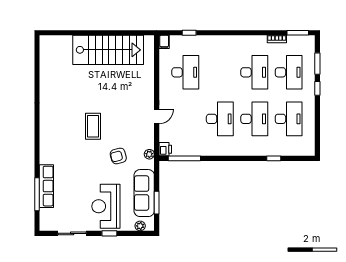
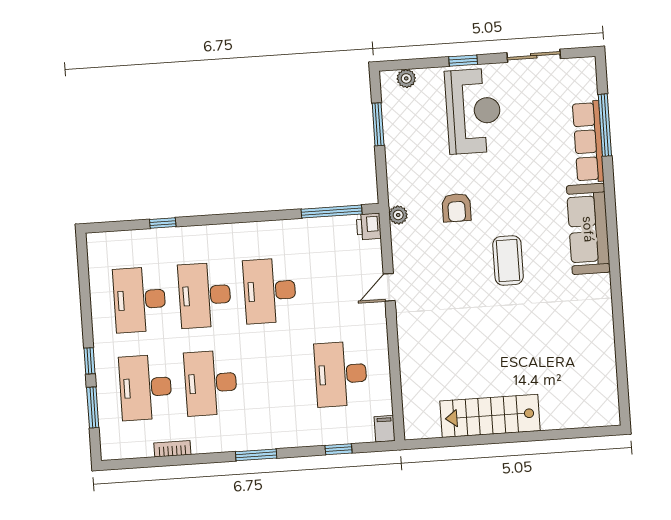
window: (298, 33) -> (256, 455), moved
stairs: (108, 50) -> (490, 416), width x0.73, depth x0.66
armchair: (118, 156) -> (456, 208), turned 105
sofa: (144, 193) -> (588, 229), moved, turned 180

